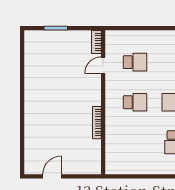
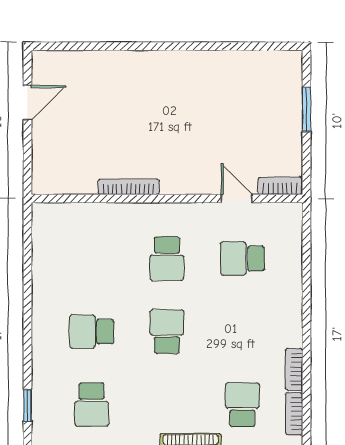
school desk: (135, 62) -> (242, 259), turned 90
door: (52, 176) -> (27, 103), hinge flipped

